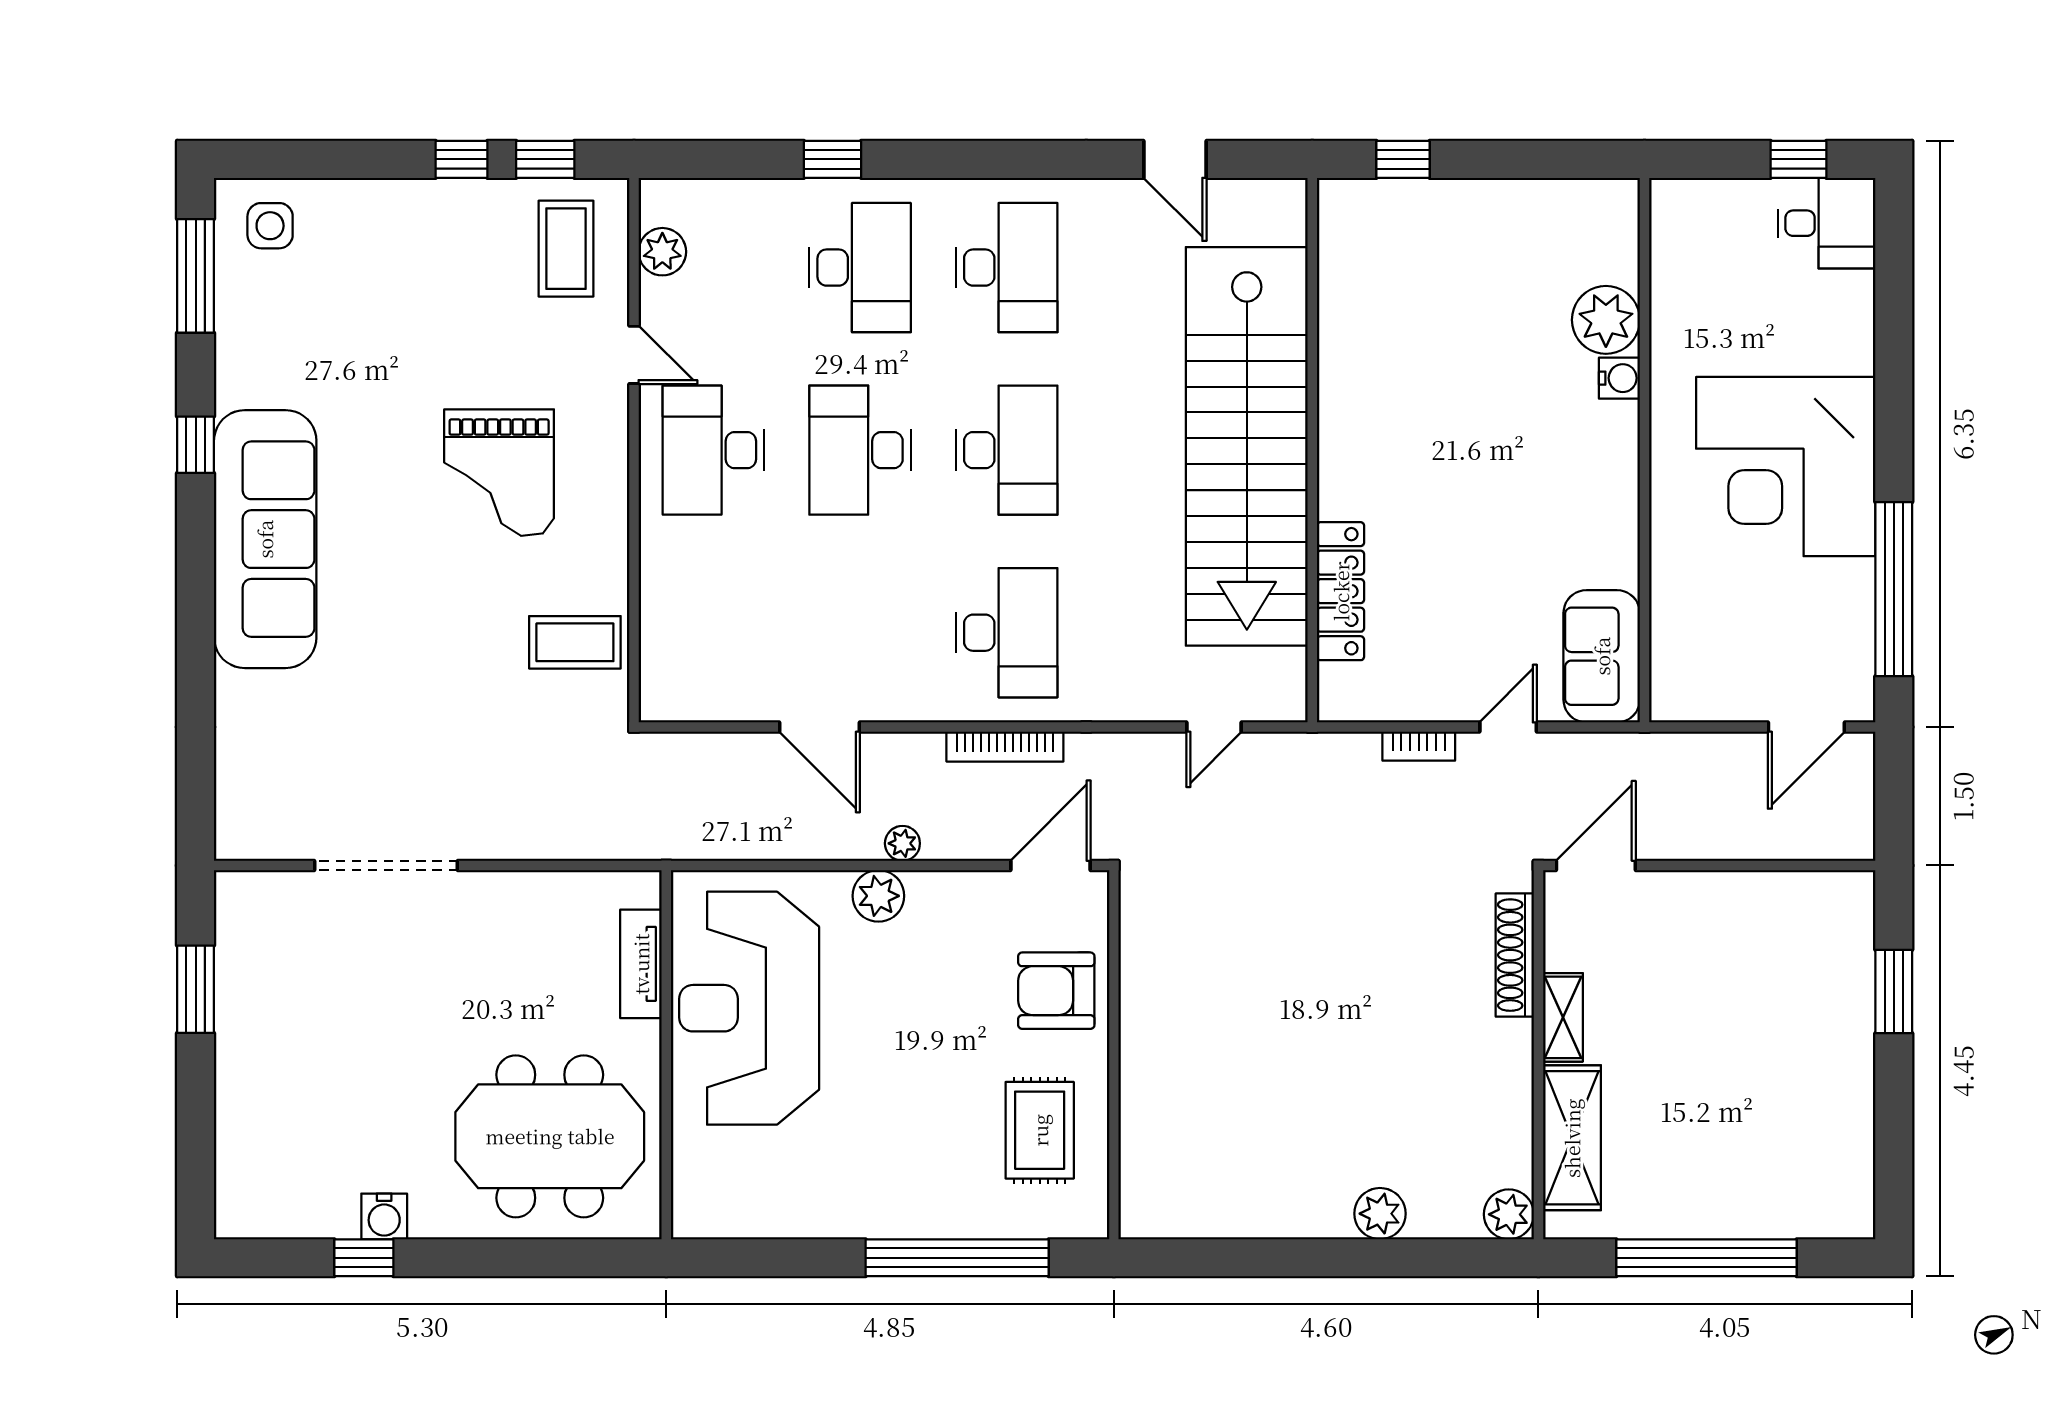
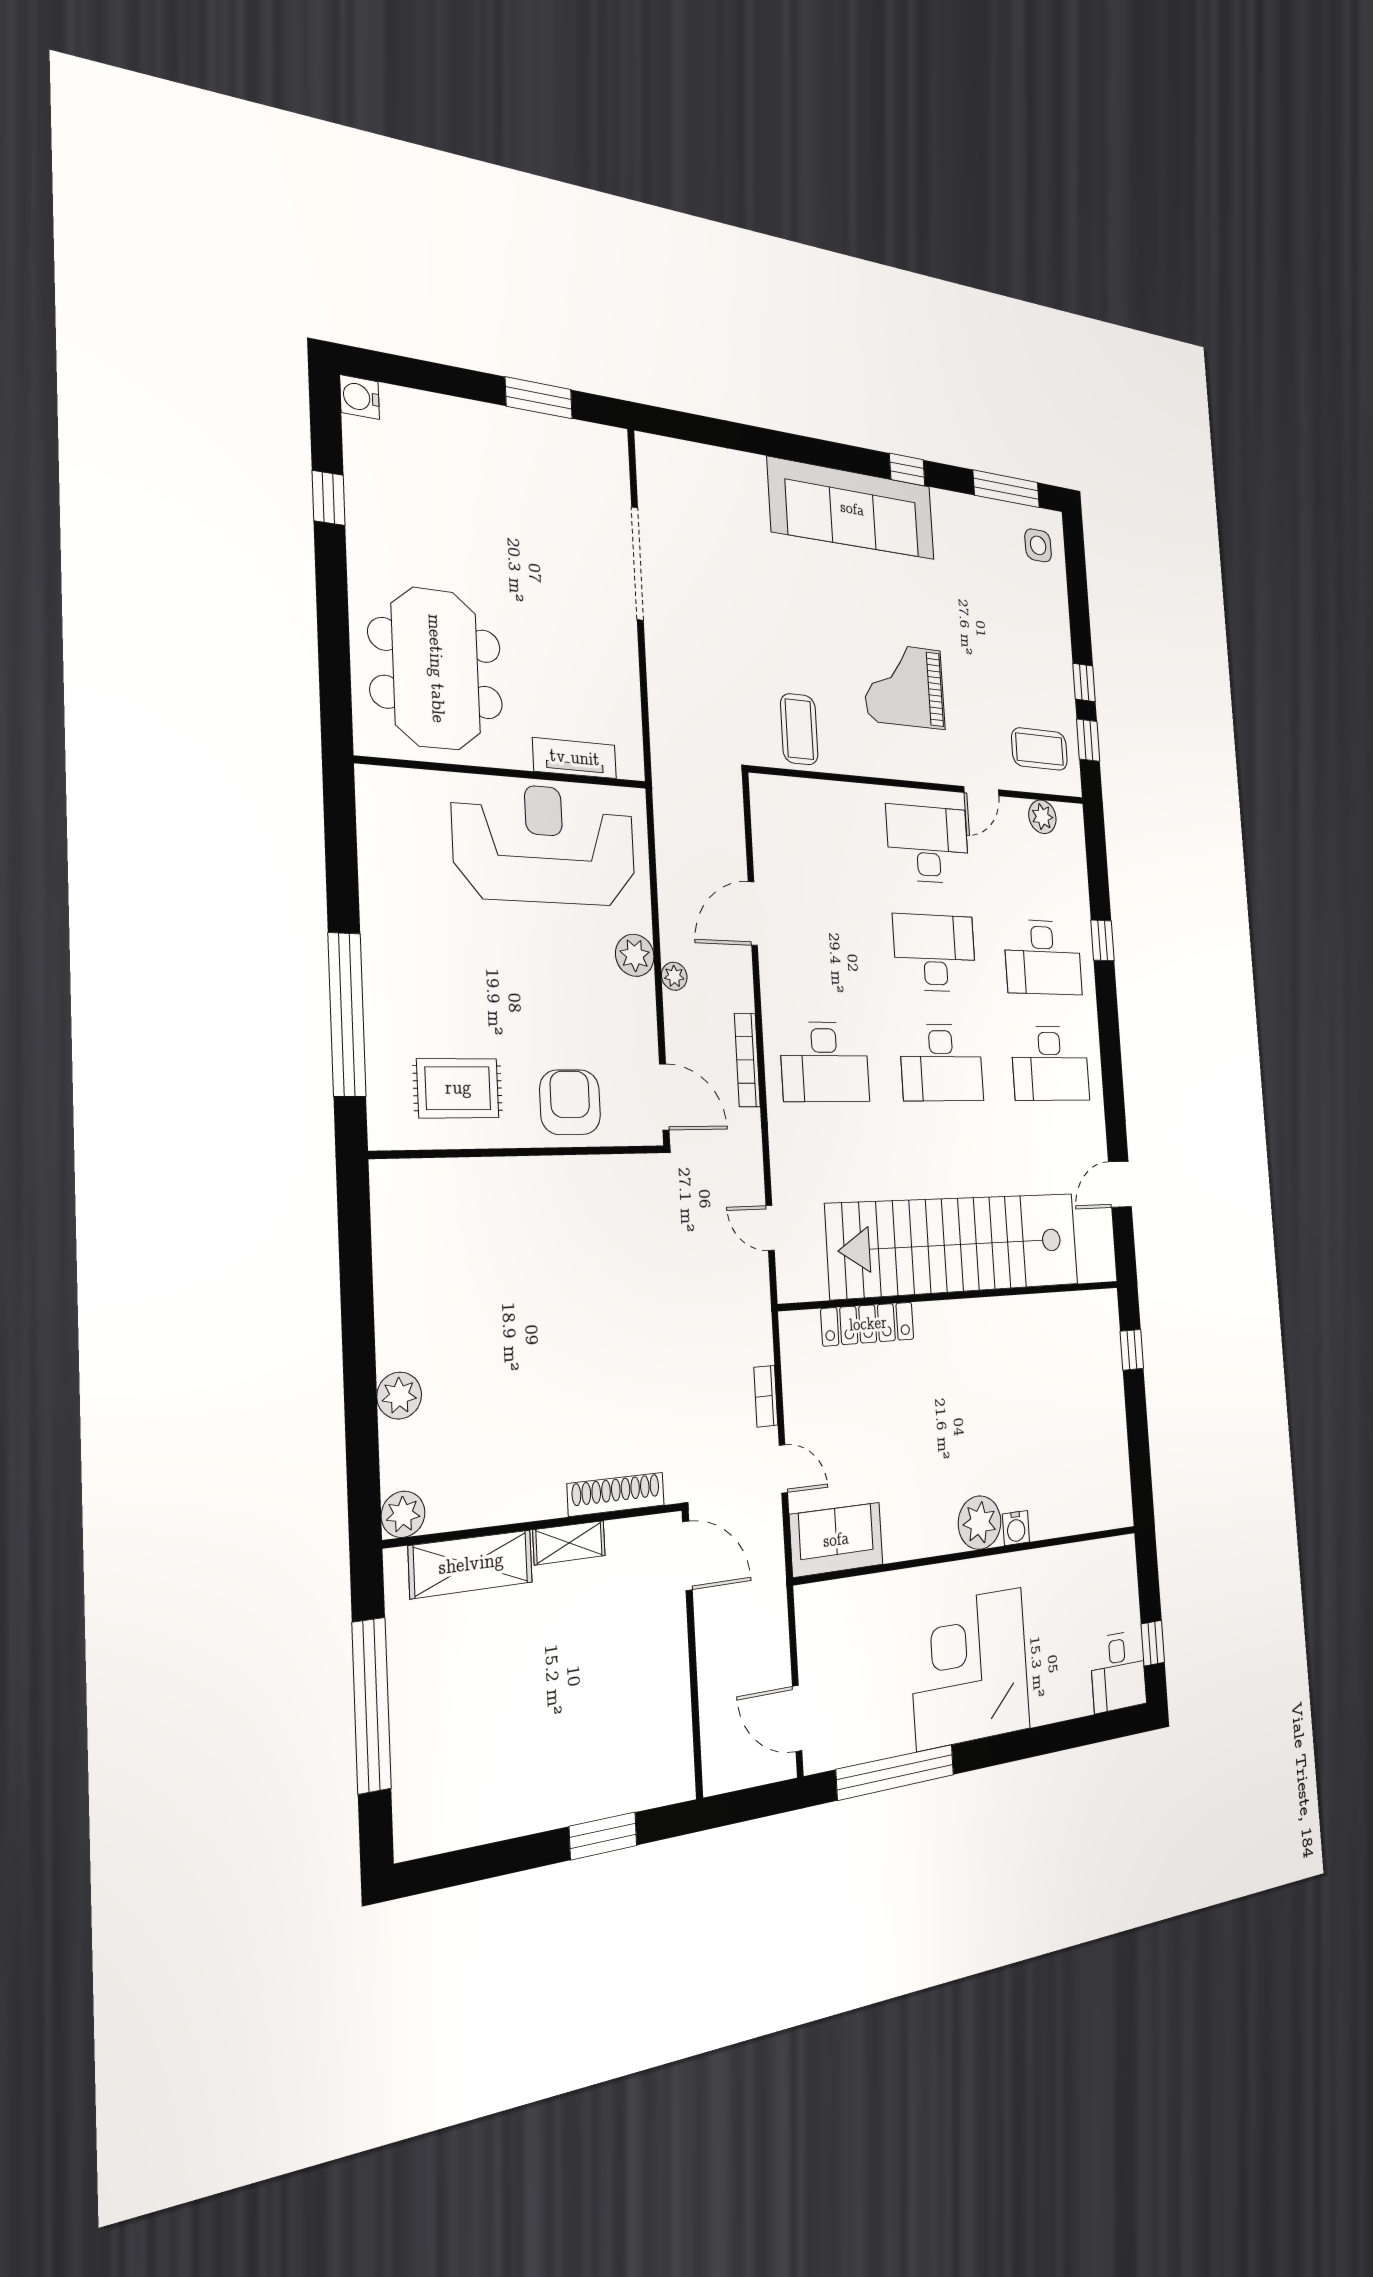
plant: (1606, 320) -> (980, 1523), moved
water cooler: (384, 1216) -> (360, 397), moved

